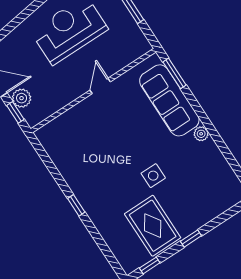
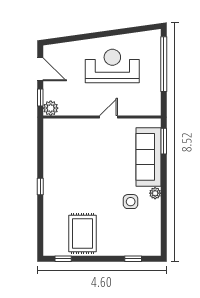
plant: (22, 98) -> (51, 108), moved
side table: (153, 176) -> (131, 202), moved
window: (191, 238) -> (133, 259), moved

